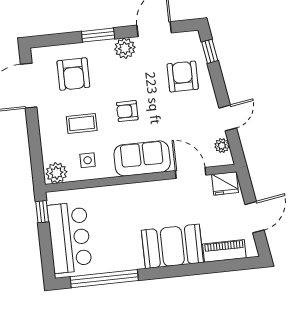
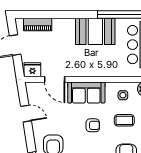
door: (228, 118) -> (26, 114), swing flipped
plant: (222, 146) -> (32, 95), removed
booth: (172, 246) -> (95, 31), moved

